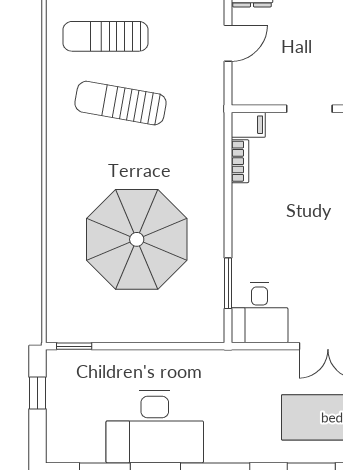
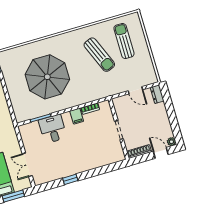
sun lounger: (120, 103) -> (99, 55), turned 147
filing cabinet: (248, 125) -> (77, 116), moved
desk: (260, 312) -> (53, 129), moved, turned 90

